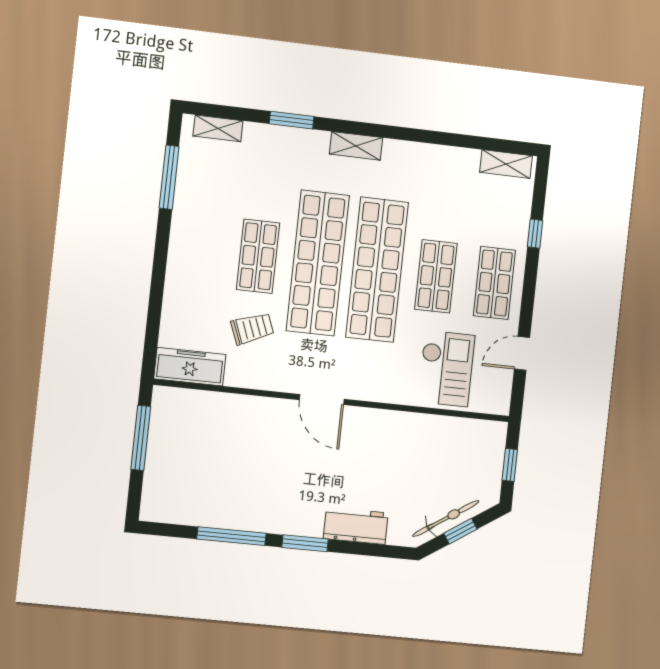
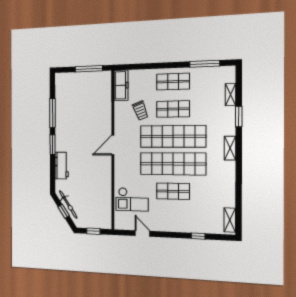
shelving: (218, 128) -> (230, 95), moved
shop shelf: (494, 283) -> (173, 82), moved

